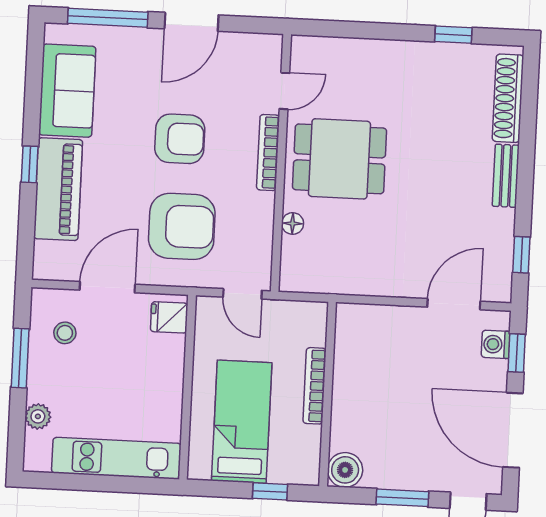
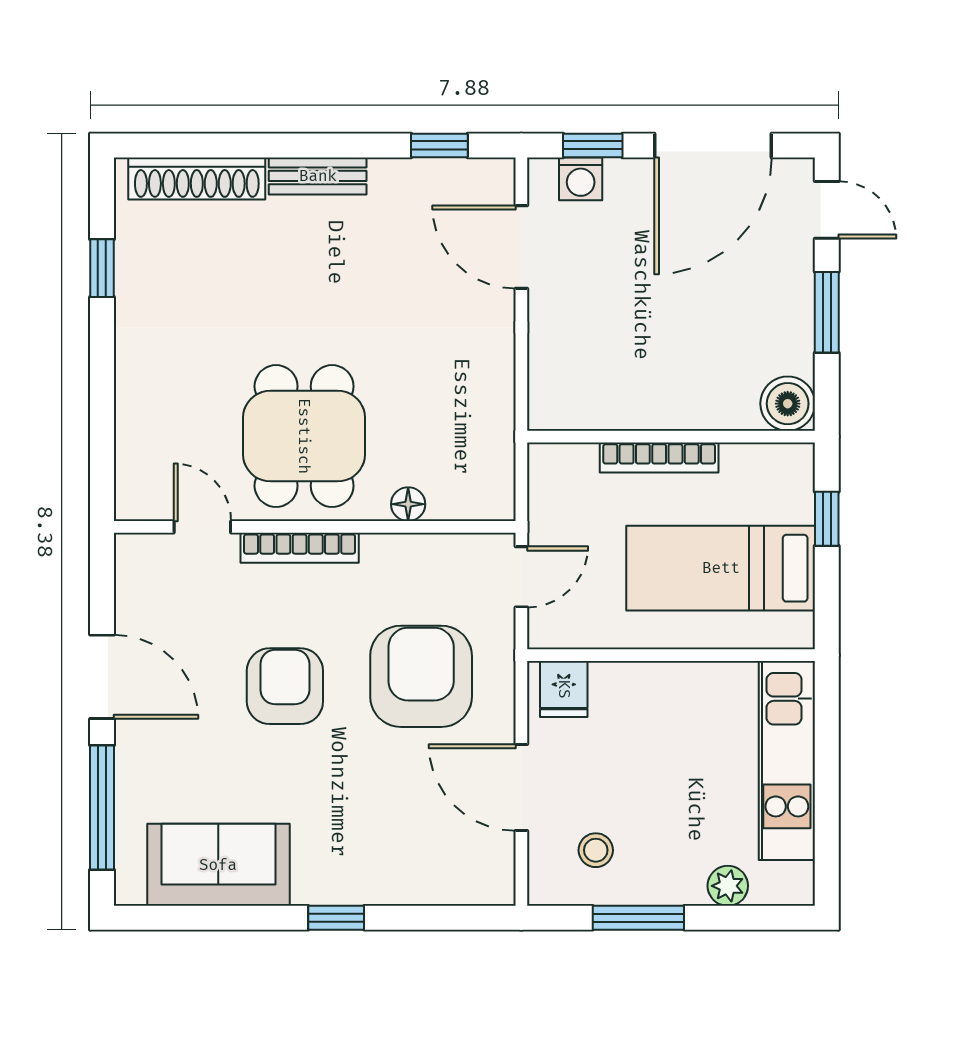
piano: (58, 189) -> (372, 872), removed

